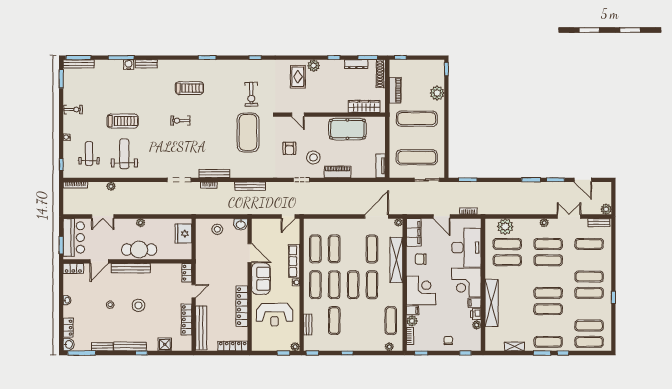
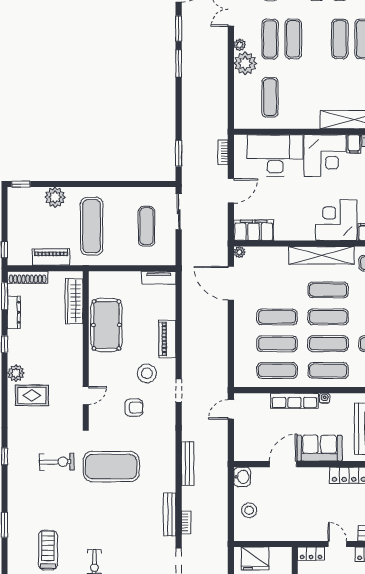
exercise mat: (417, 157) -> (147, 226), width x0.73, depth x0.69
door: (288, 216) -> (231, 409), swing flipped
plant: (505, 227) -> (245, 63), moved
exercise mat: (372, 249) -> (277, 317), moved
chair: (421, 259) -> (292, 221), removed
shelving: (396, 260) -> (321, 255), moved
exercise mat: (507, 260) -> (293, 97), removed

